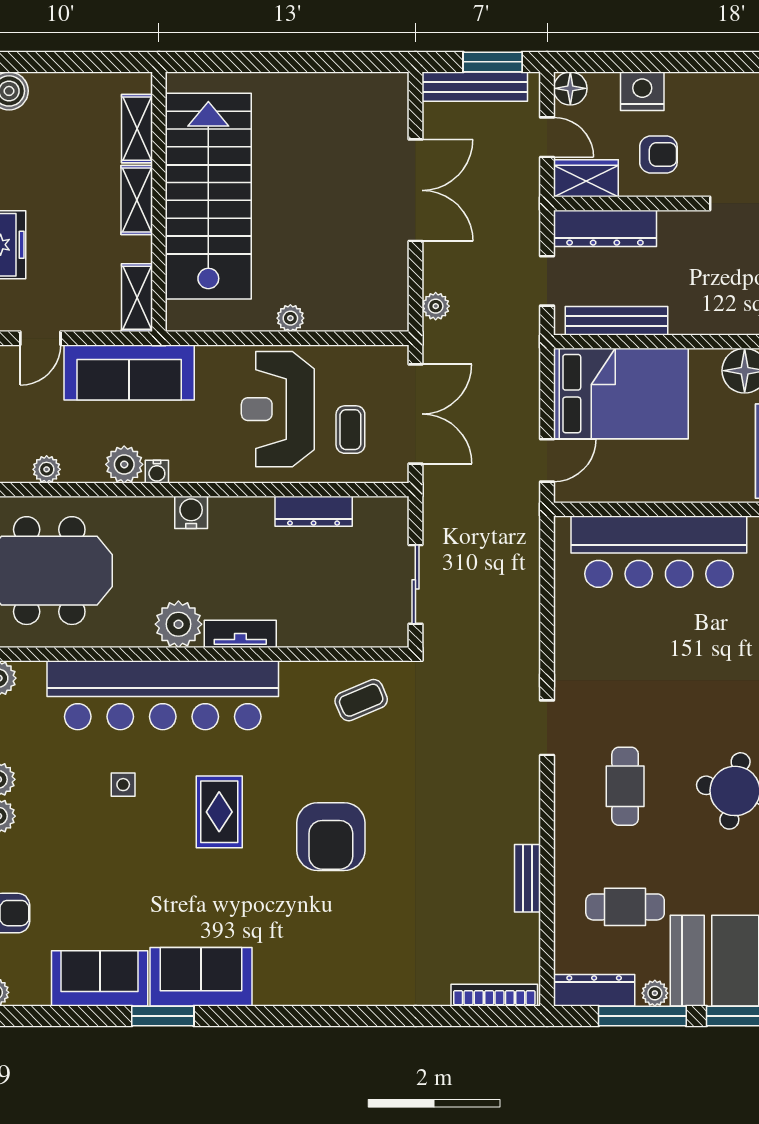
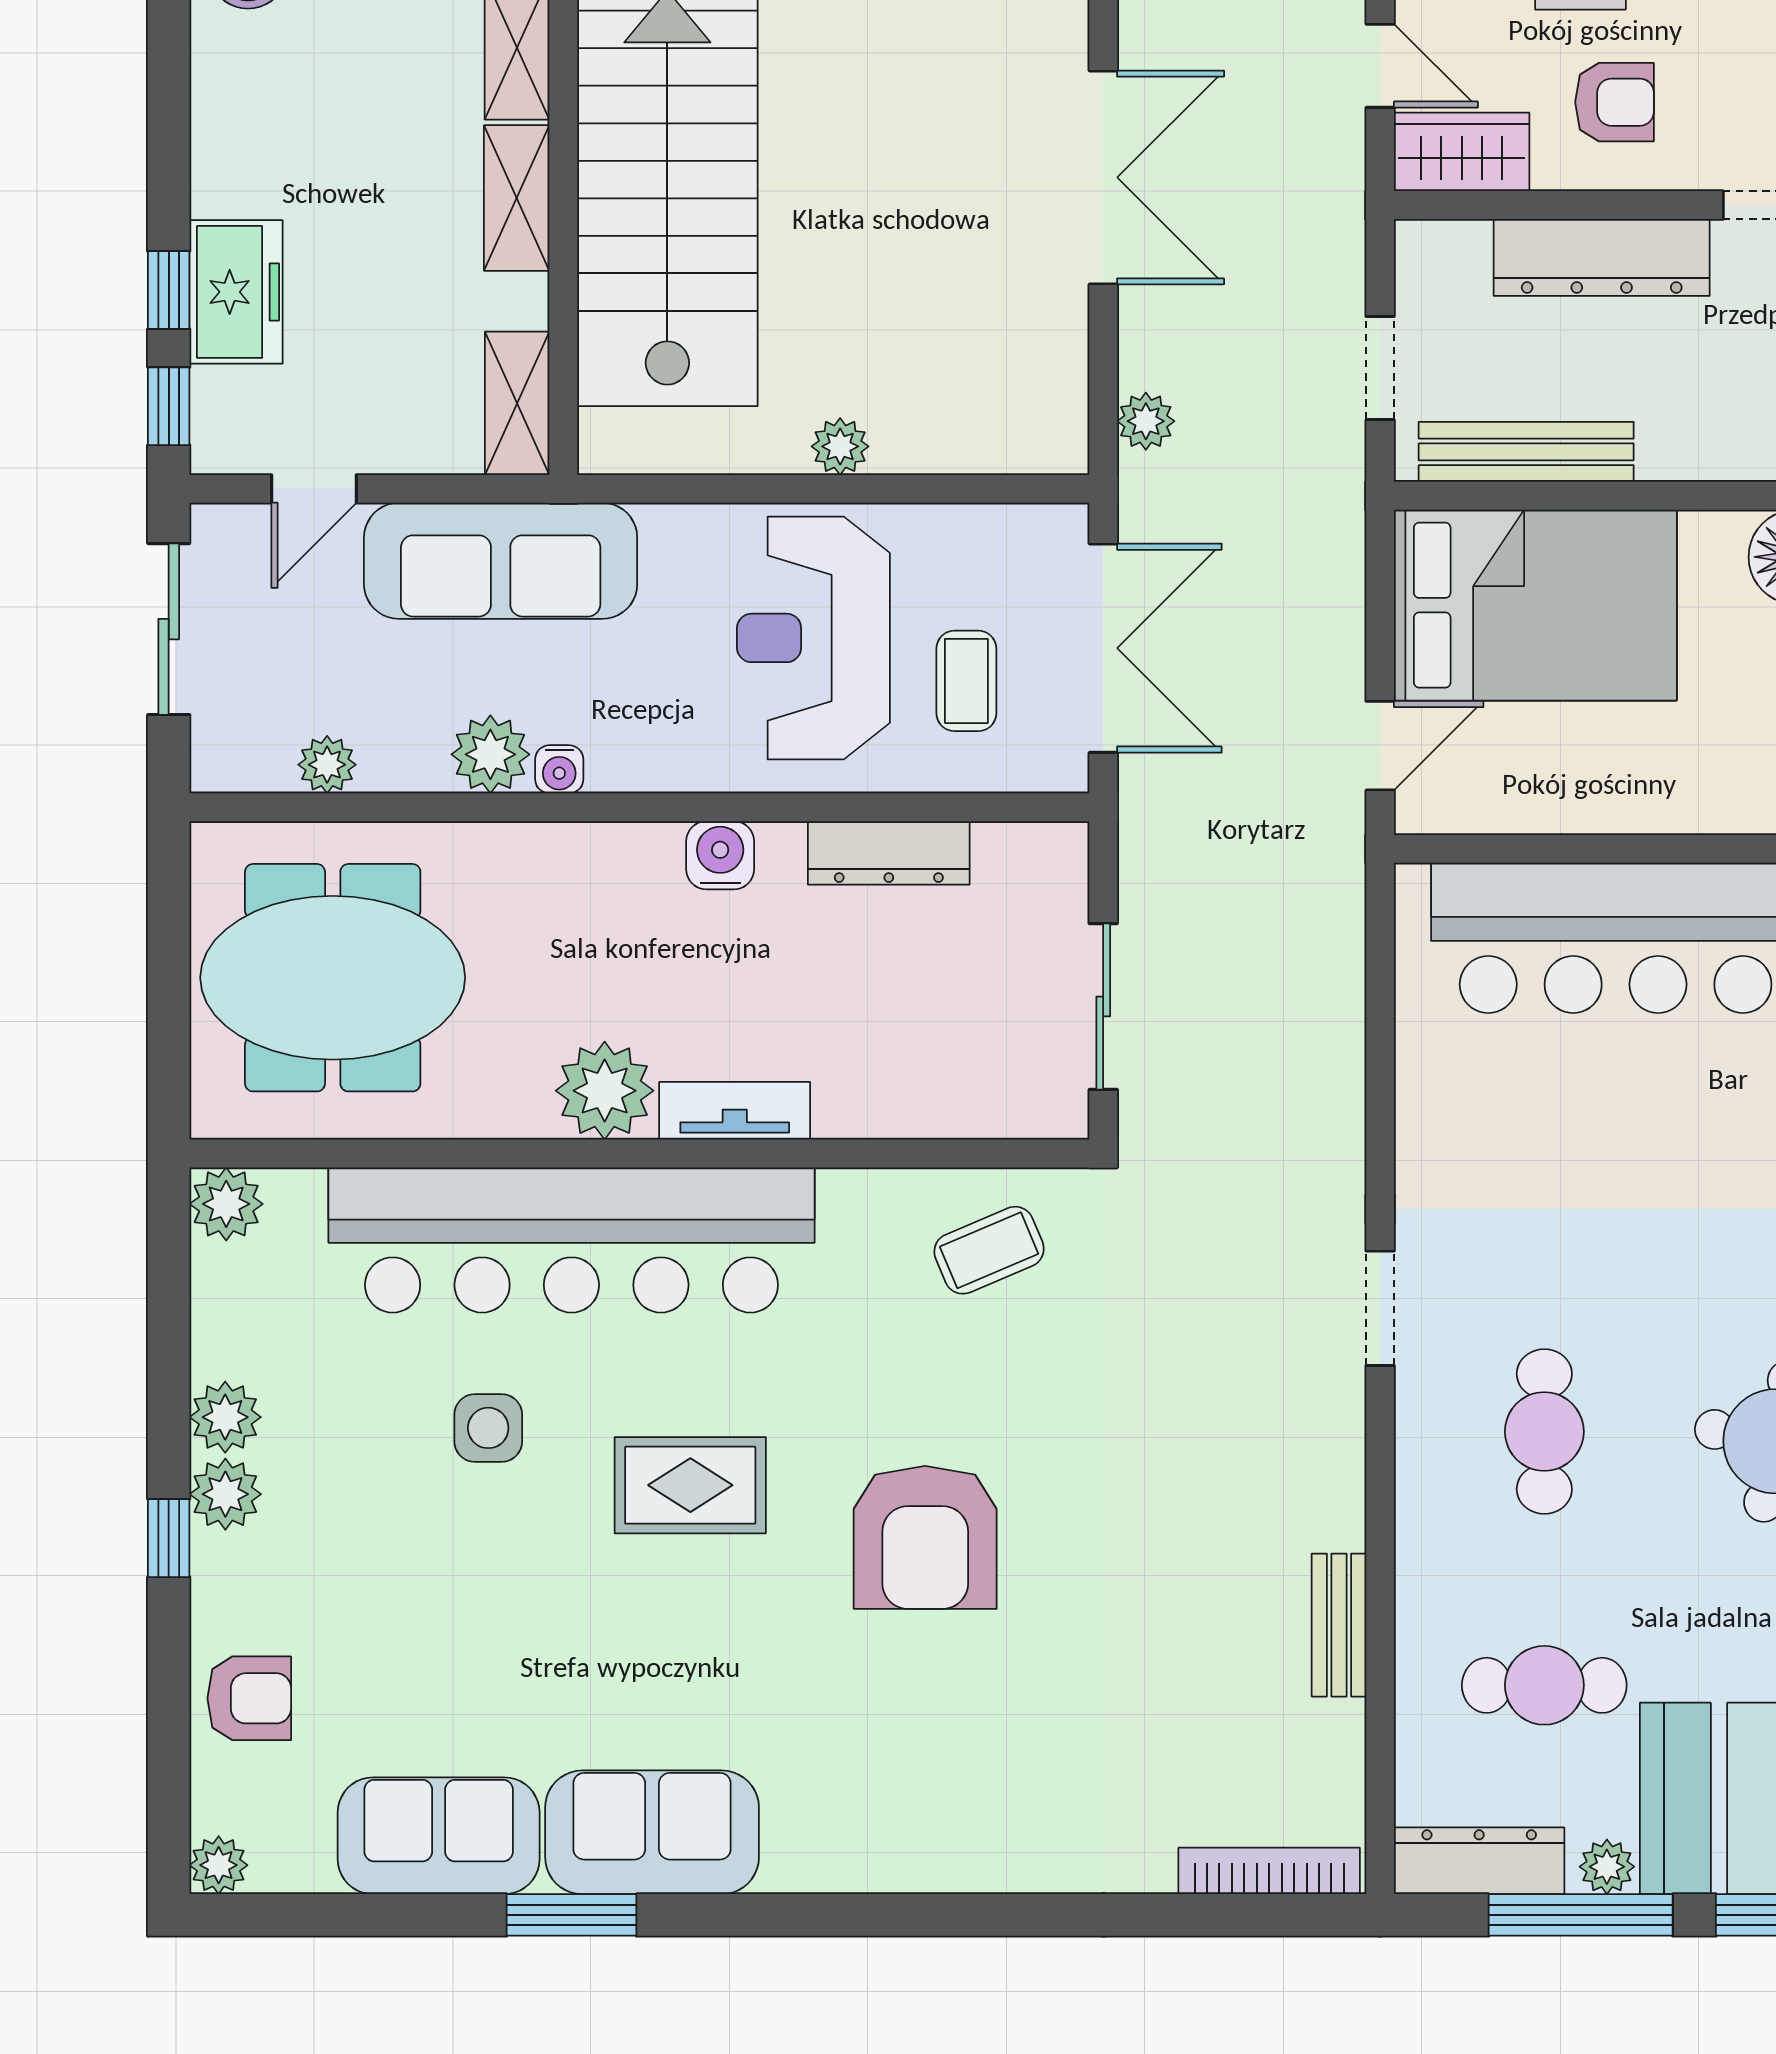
dresser: (605, 228) -> (1602, 257), moved
water cooler: (191, 512) -> (720, 855), moved
side table: (123, 785) -> (488, 1428), width x1.37, depth x1.37
rug: (219, 812) -> (690, 1485), turned 90

